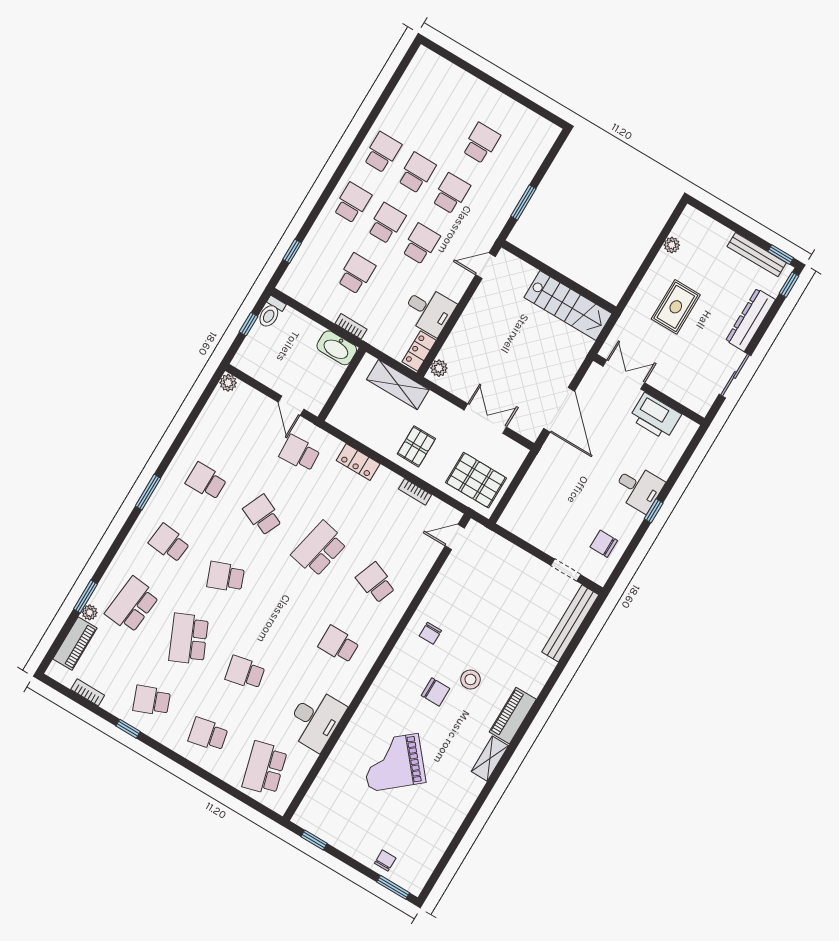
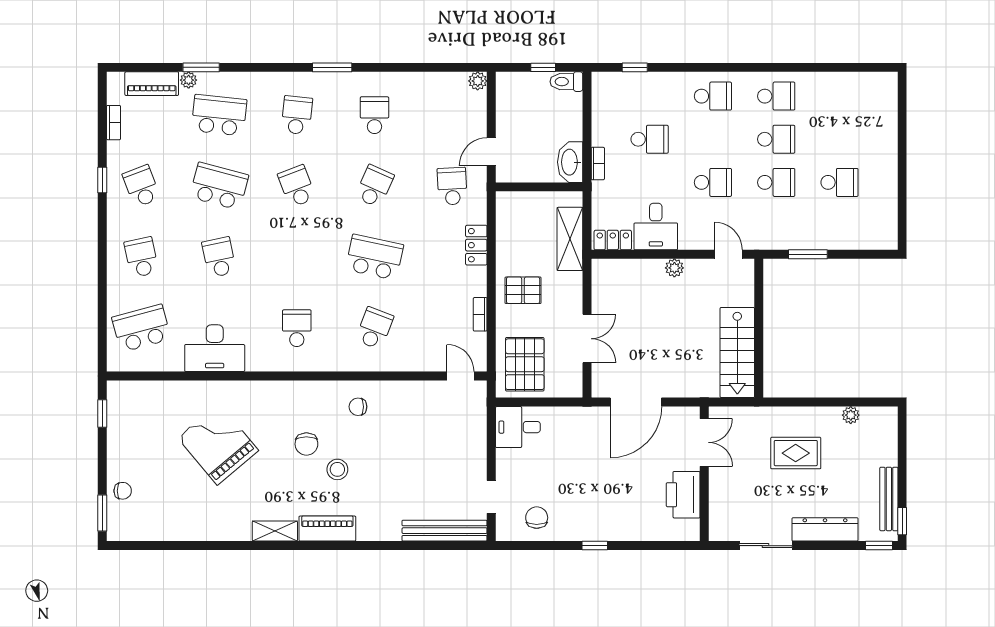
school desk: (387, 223) -> (713, 139), removed
plant: (439, 368) -> (674, 268), moved
desk: (639, 488) -> (518, 427), moved, turned 90
school desk: (189, 639) -> (219, 186), turned 39

